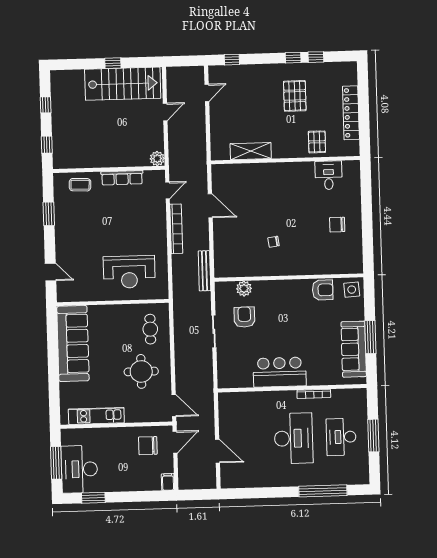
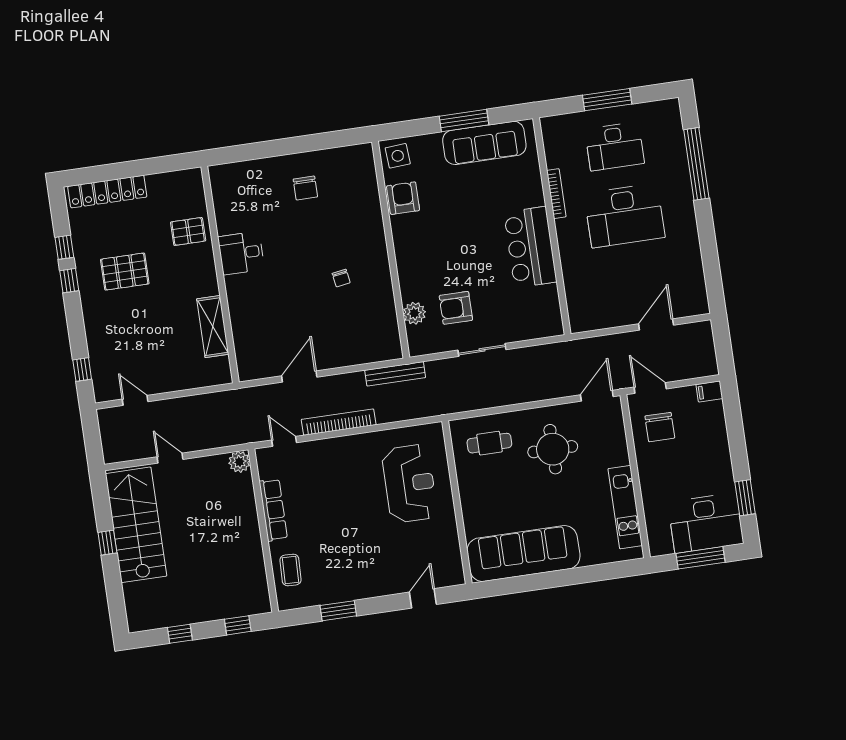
locker: (351, 113) -> (107, 192), moved
desk: (329, 175) -> (241, 253), moved
desk: (294, 438) -> (625, 216), turned 180

